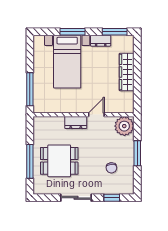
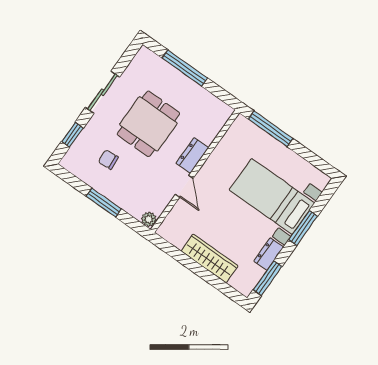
plant: (124, 126) -> (149, 219), width x0.53, depth x0.53
dining table: (59, 161) -> (148, 124), moved

